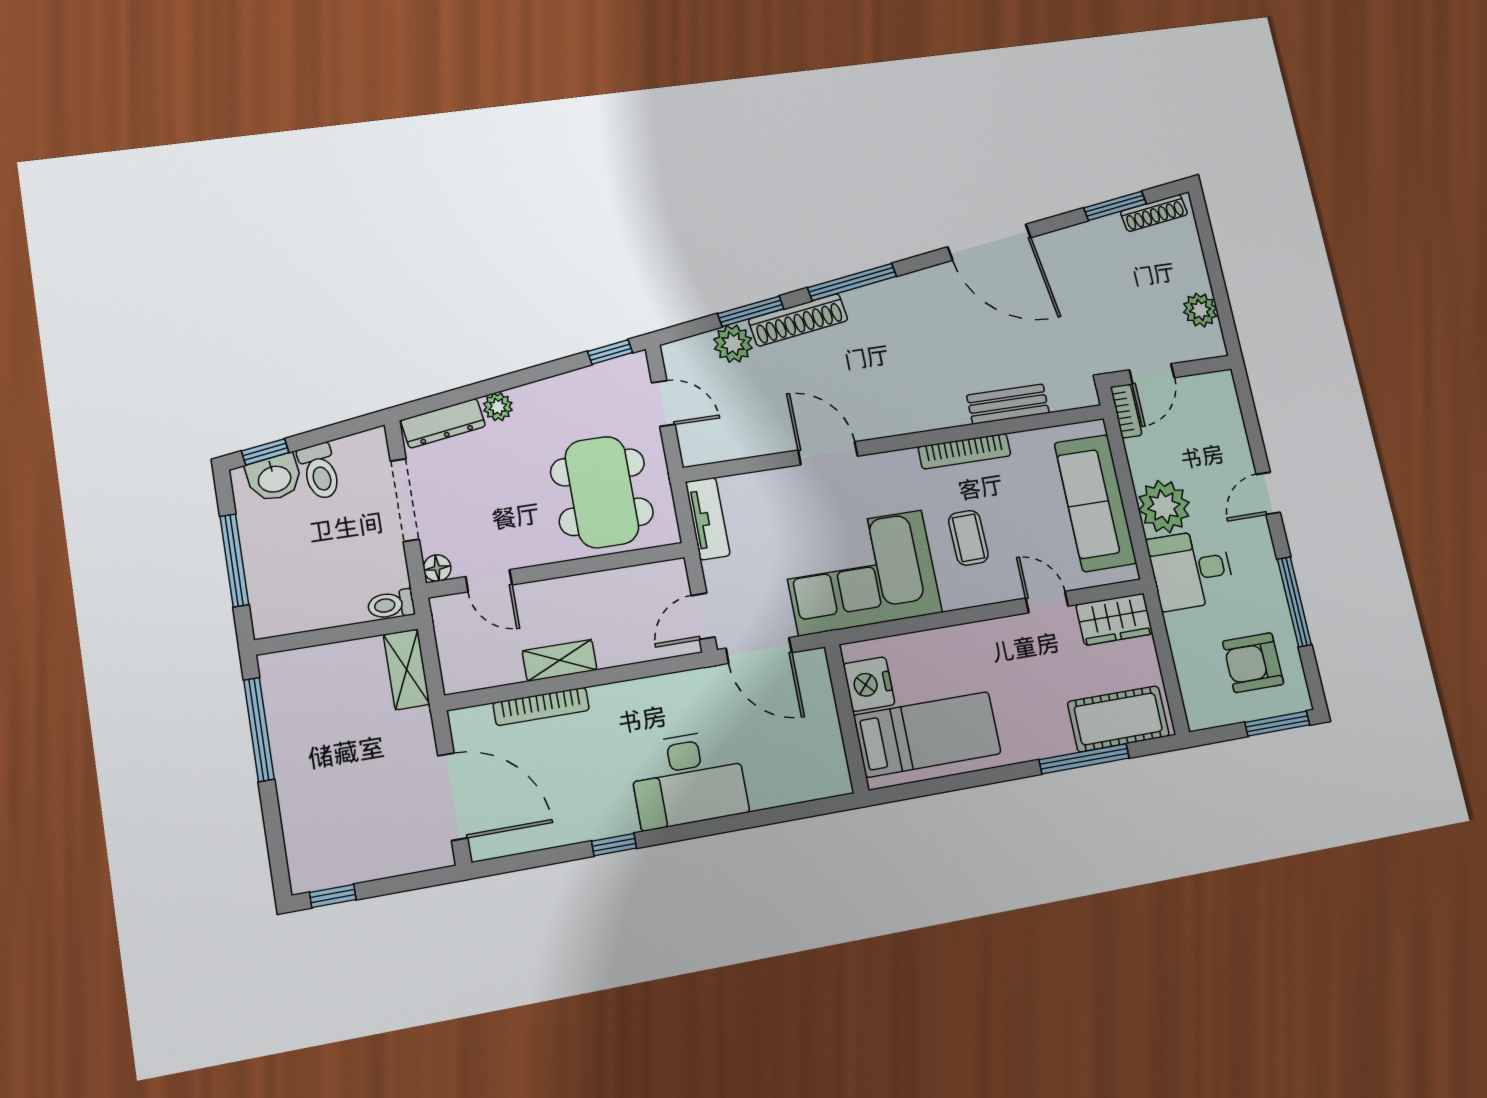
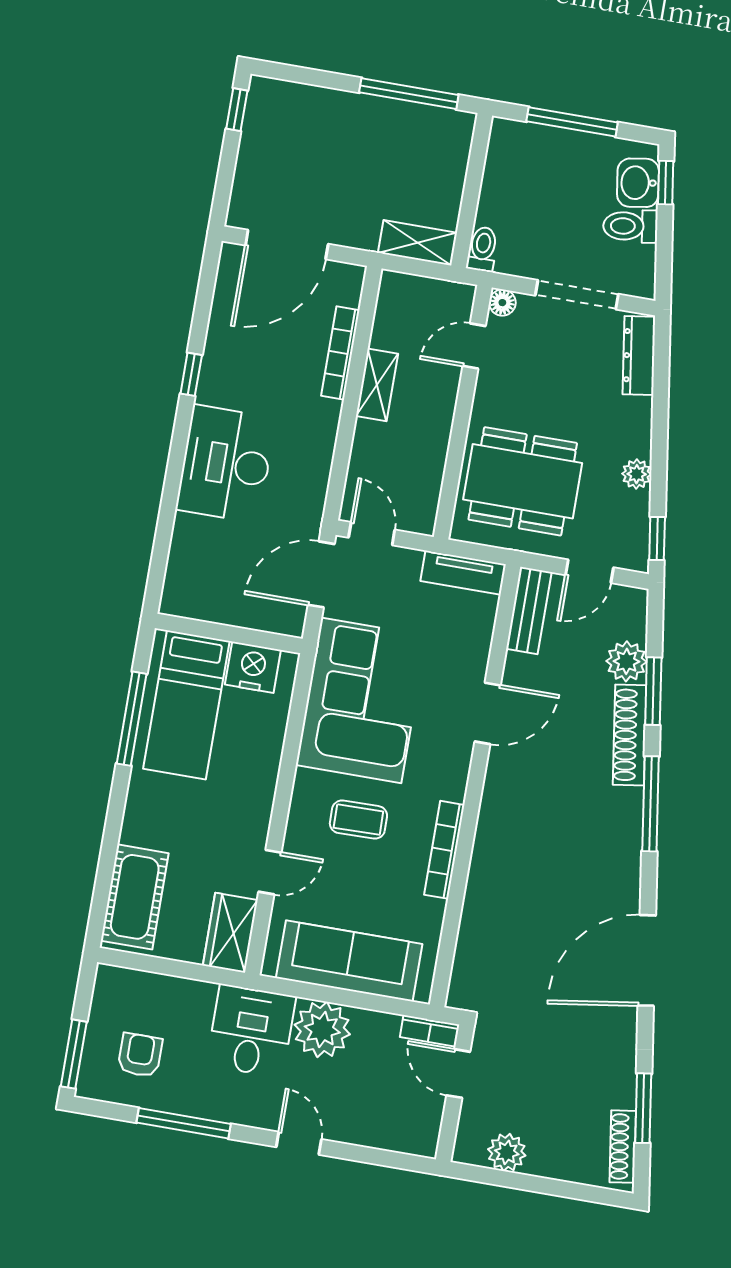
bench: (1008, 404) -> (529, 611), moved
plant: (498, 407) -> (637, 474), moved
armchair: (1253, 663) -> (140, 1055), width x0.72, depth x0.72
window: (1084, 759) -> (132, 719), moved

